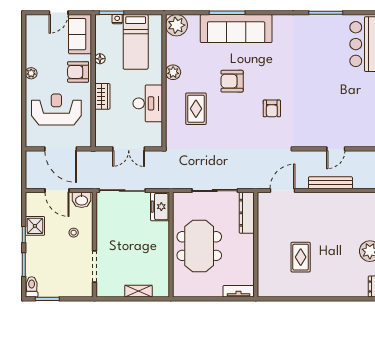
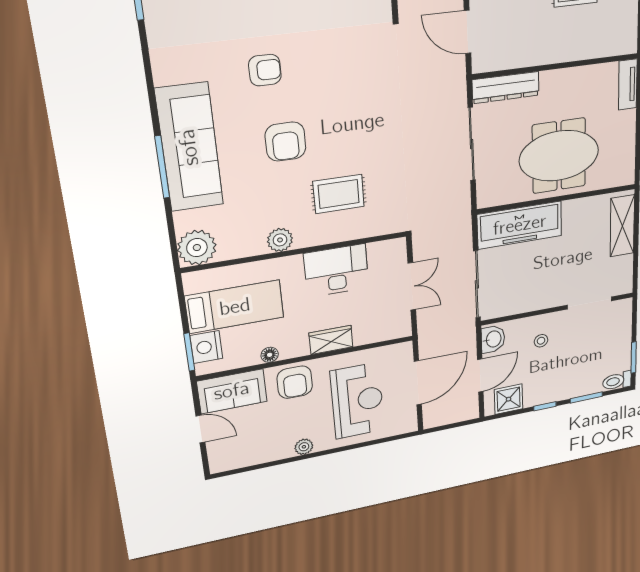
nightstand: (117, 19) -> (206, 347), width x1.89, depth x1.79
armchair: (272, 108) -> (265, 70), moved
reception desk: (56, 109) -> (357, 401), turned 180
freezer: (160, 207) -> (520, 225), width x1.91, depth x1.26
shower: (35, 226) -> (509, 399), moved
shelving: (138, 291) -> (622, 226), width x1.50, depth x1.33

